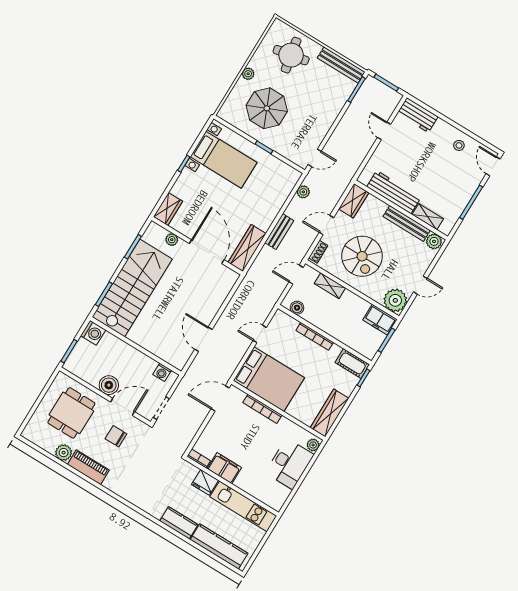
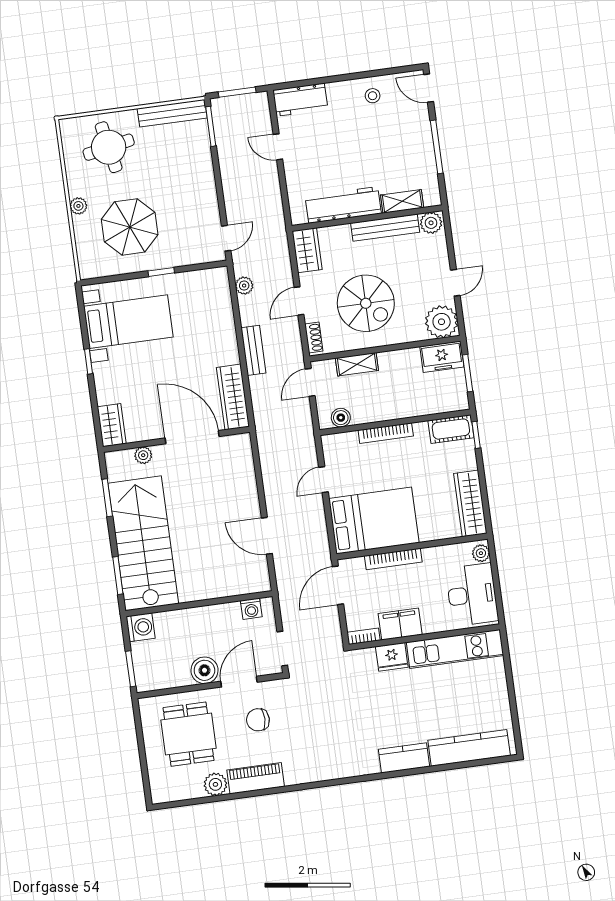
bookcase: (199, 458) -> (364, 636), moved
filing cabinet: (224, 468) -> (400, 624), moved
fridge: (205, 482) -> (392, 657), moved
wall: (232, 486) -> (424, 637), moved
kitchen unit: (243, 506) -> (455, 649), moved

